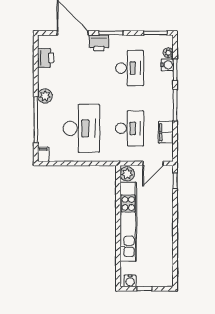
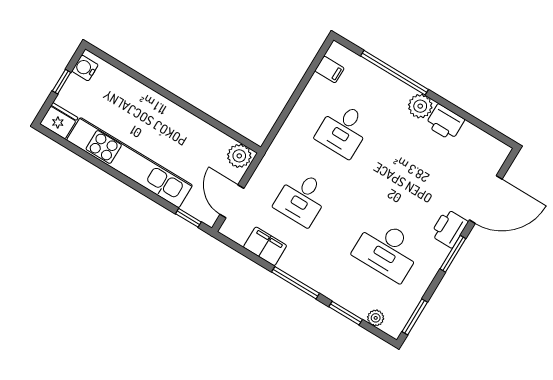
printer: (46, 58) -> (445, 122), moved
water cooler: (167, 65) -> (360, 306), removed
desk: (81, 128) -> (343, 130), width x0.53, depth x0.77
desk: (130, 128) -> (302, 198), width x0.73
filing cabinet: (43, 154) -> (330, 69), moved
kitchen unit: (128, 222) -> (130, 163), moved, turned 180
fridge: (165, 278) -> (59, 121), added

